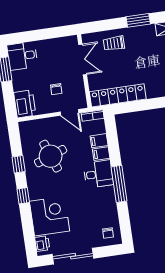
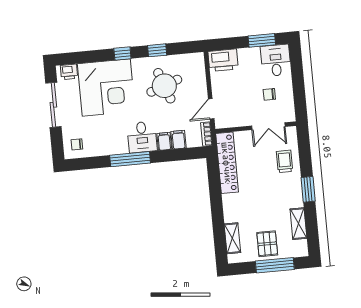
chair: (56, 89) -> (269, 94), moved
corner desk: (49, 216) -> (106, 88), width x1.36, depth x1.36

